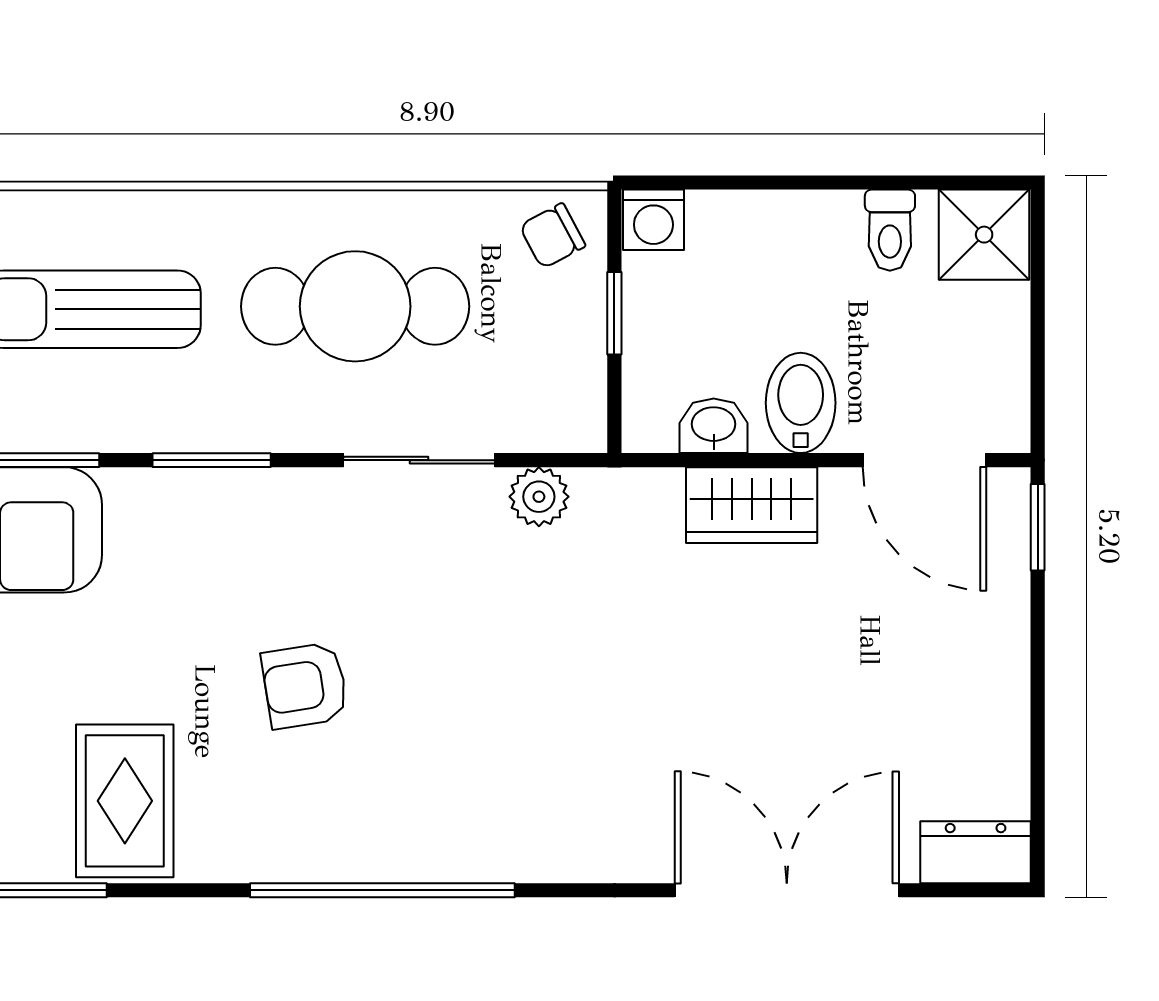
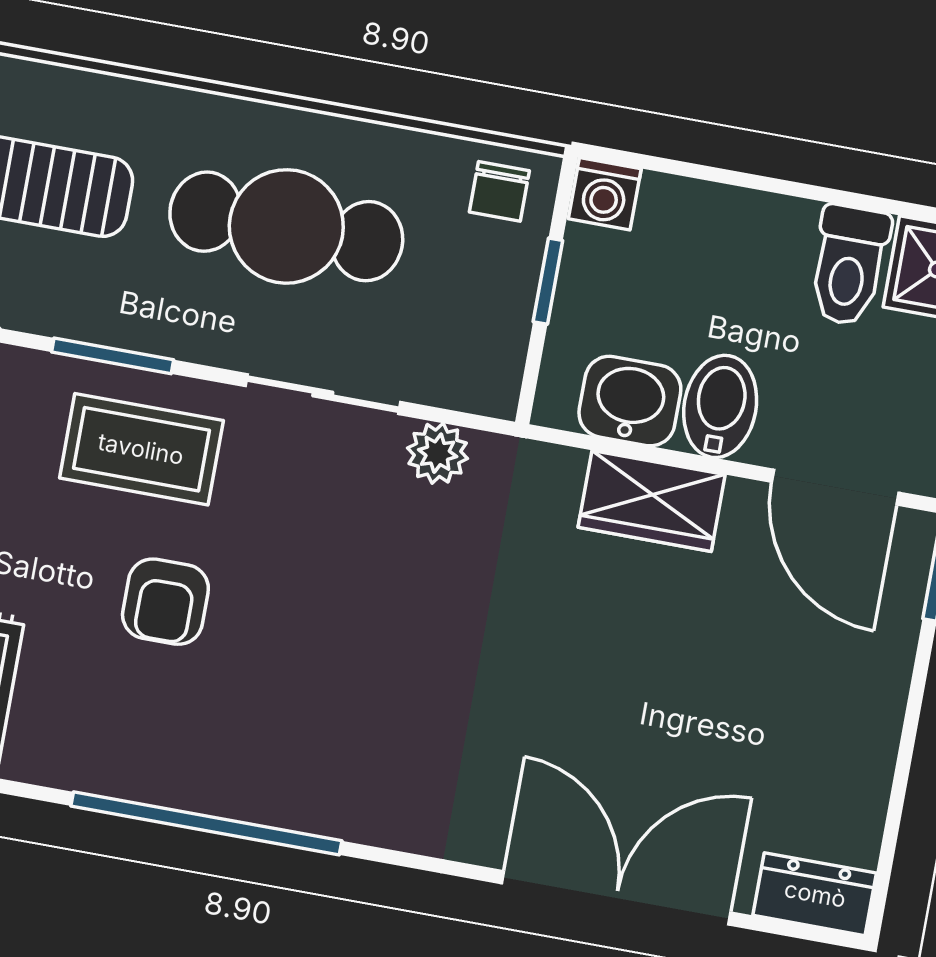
toilet: (890, 230) -> (849, 265), width x1.37, depth x1.39
chair: (552, 236) -> (499, 191), turned -62
washbasin: (714, 426) -> (630, 401), width x1.38, depth x1.45
coffee table: (255, 544) -> (141, 449), added
armchair: (305, 686) -> (165, 602), turned -81

